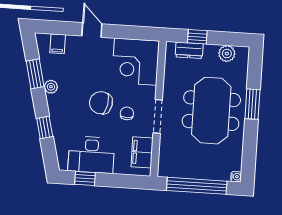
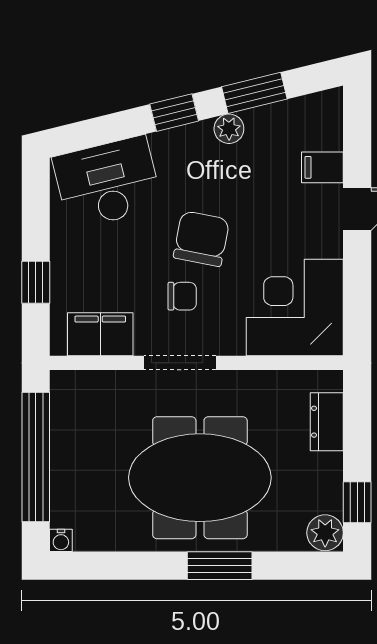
window: (197, 37) -> (357, 502), moved
filing cabinet: (58, 44) -> (322, 167), moved
plant: (227, 54) -> (325, 533), moved
window: (45, 128) -> (174, 113), moved
desk: (91, 155) -> (107, 183), moved, turned 76
window: (85, 179) -> (36, 282), moved

